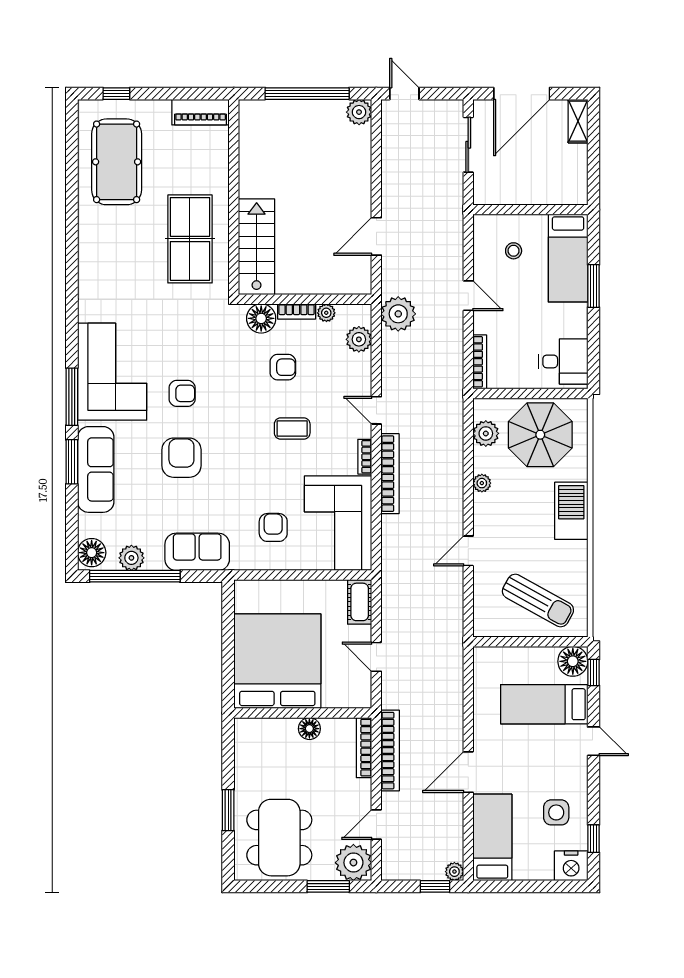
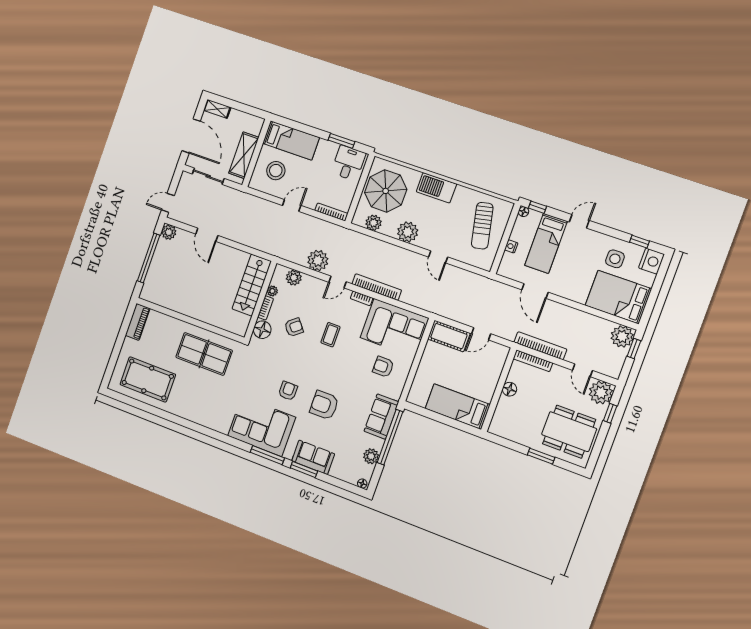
window: (116, 94) -> (111, 365), removed
shelving: (520, 191) -> (244, 155), added
door: (376, 236) -> (207, 235), moved
stairs: (257, 247) -> (252, 285), moved, turned -90
stool: (514, 251) -> (276, 171), width x1.89, depth x1.89
window: (594, 286) -> (342, 141), moved
plant: (398, 314) -> (318, 261), moved
armchair: (283, 367) -> (294, 327), turned 51
sofa: (96, 469) -> (313, 457), width x0.73
plant: (482, 483) -> (408, 232), width x1.87, depth x1.87
floor lamp: (92, 553) -> (362, 484), width x0.53, depth x0.53
window: (135, 576) -> (390, 437), moved
sun lounger: (538, 600) -> (482, 226), turned 139
cot: (360, 602) -> (449, 336), width x1.37, depth x1.34
nightstand: (522, 655) -> (511, 246), added
bed: (277, 661) -> (458, 407), width x0.49
floor lamp: (573, 661) -> (523, 212), width x0.53, depth x0.53
door: (468, 772) -> (535, 291), moved
bed: (492, 837) -> (618, 297), width x1.50
plant: (454, 872) -> (622, 337), width x1.87, depth x1.87
window: (328, 886) -> (610, 413), width x0.67

